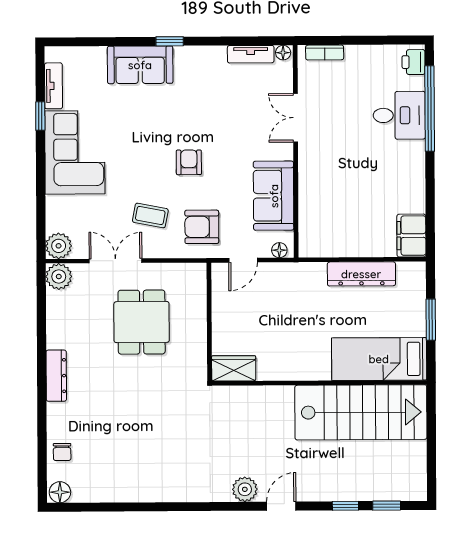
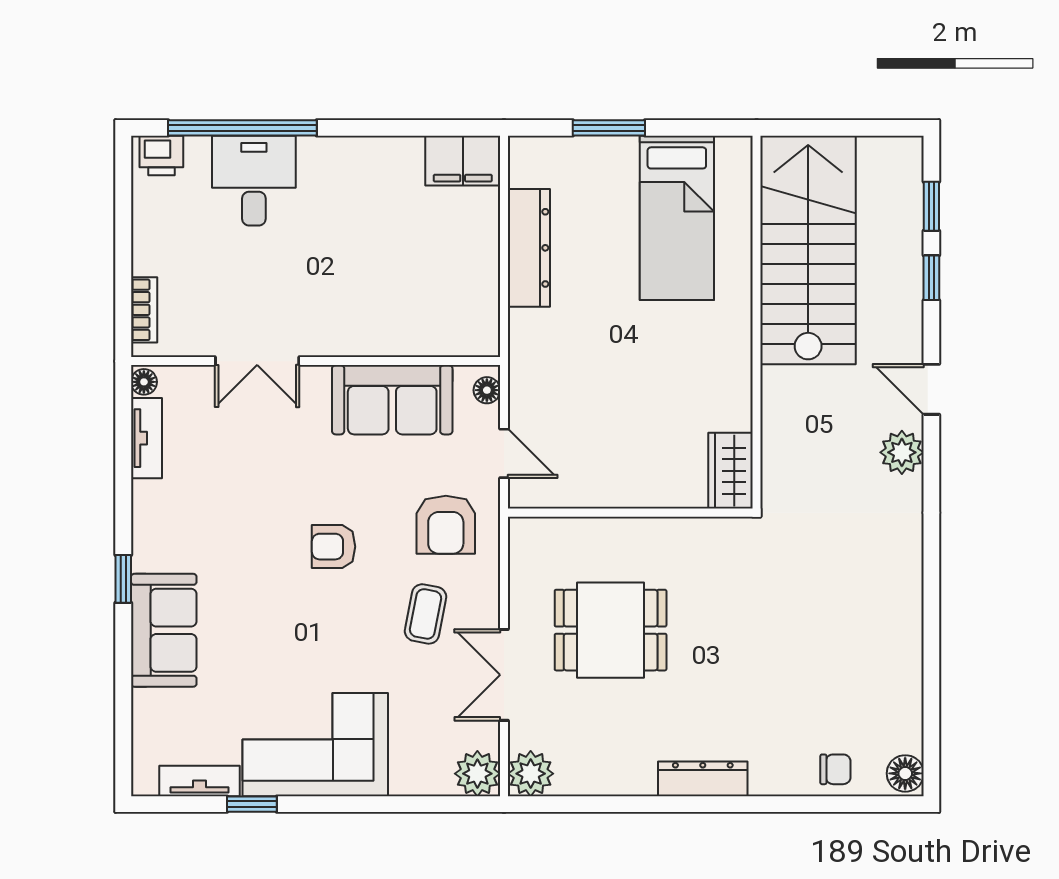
wardrobe: (234, 368) -> (731, 471), moved
wall: (319, 383) -> (757, 322), moved
stairs: (361, 412) -> (808, 250), moved

